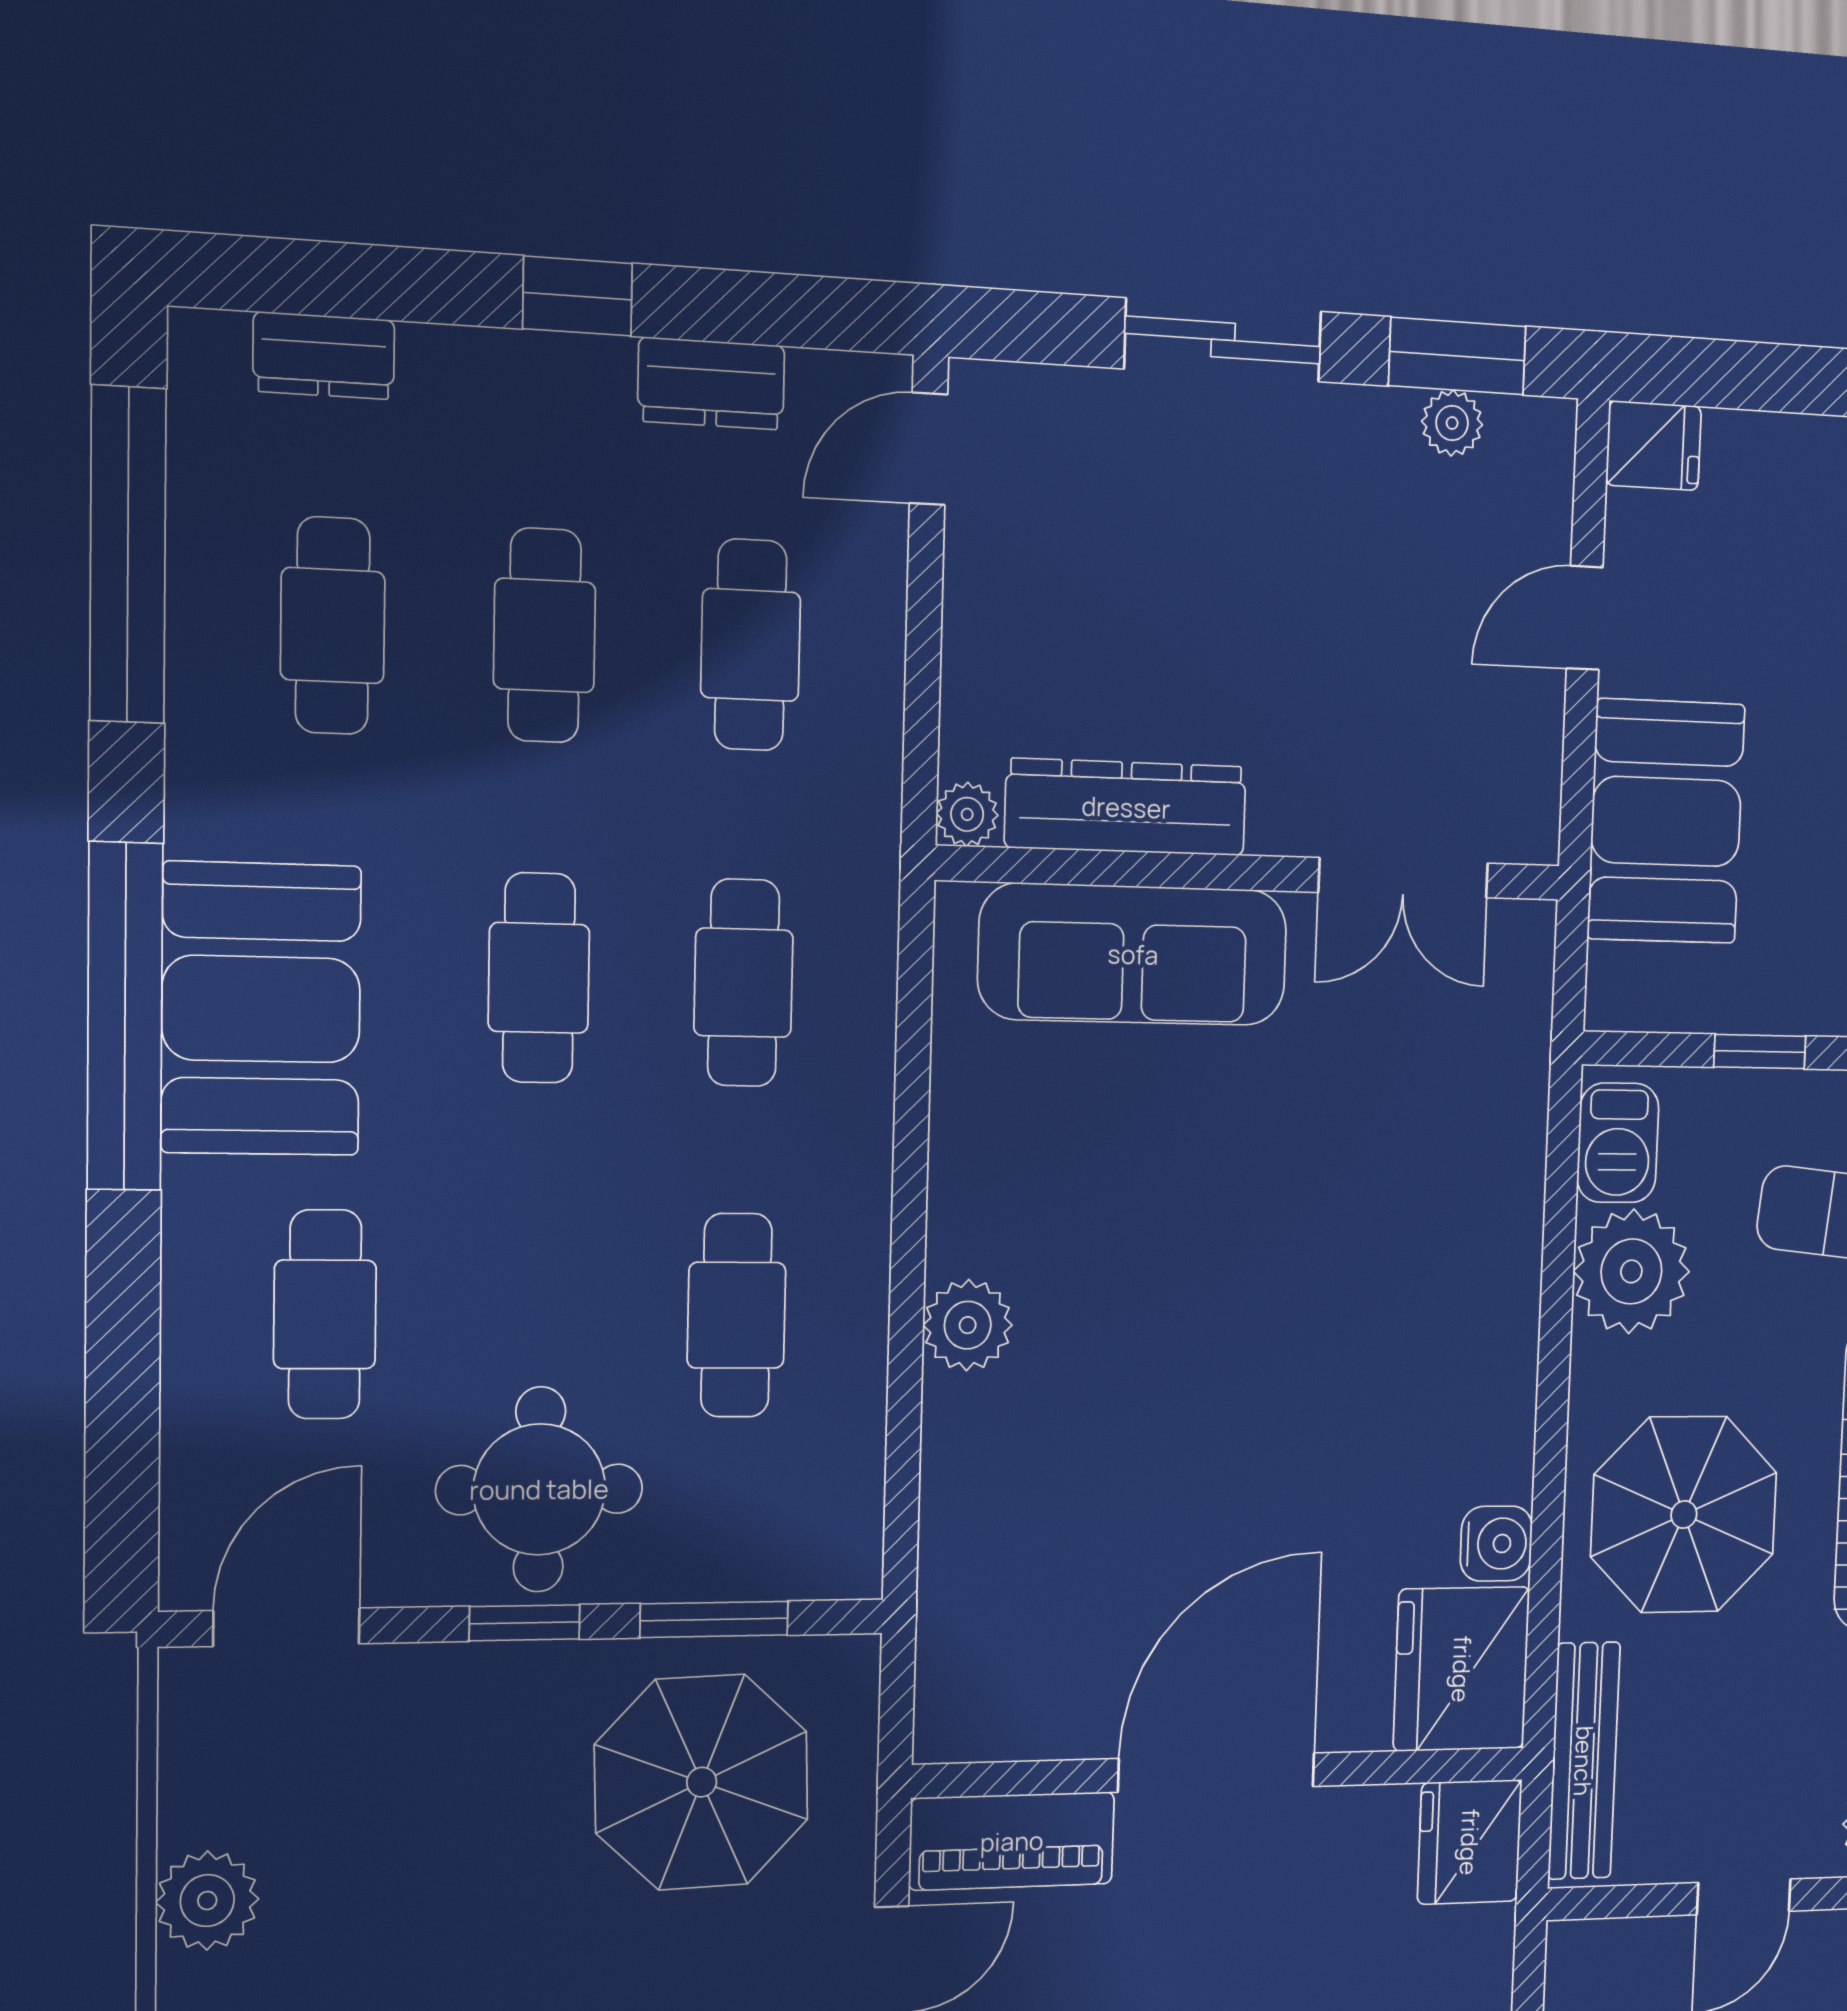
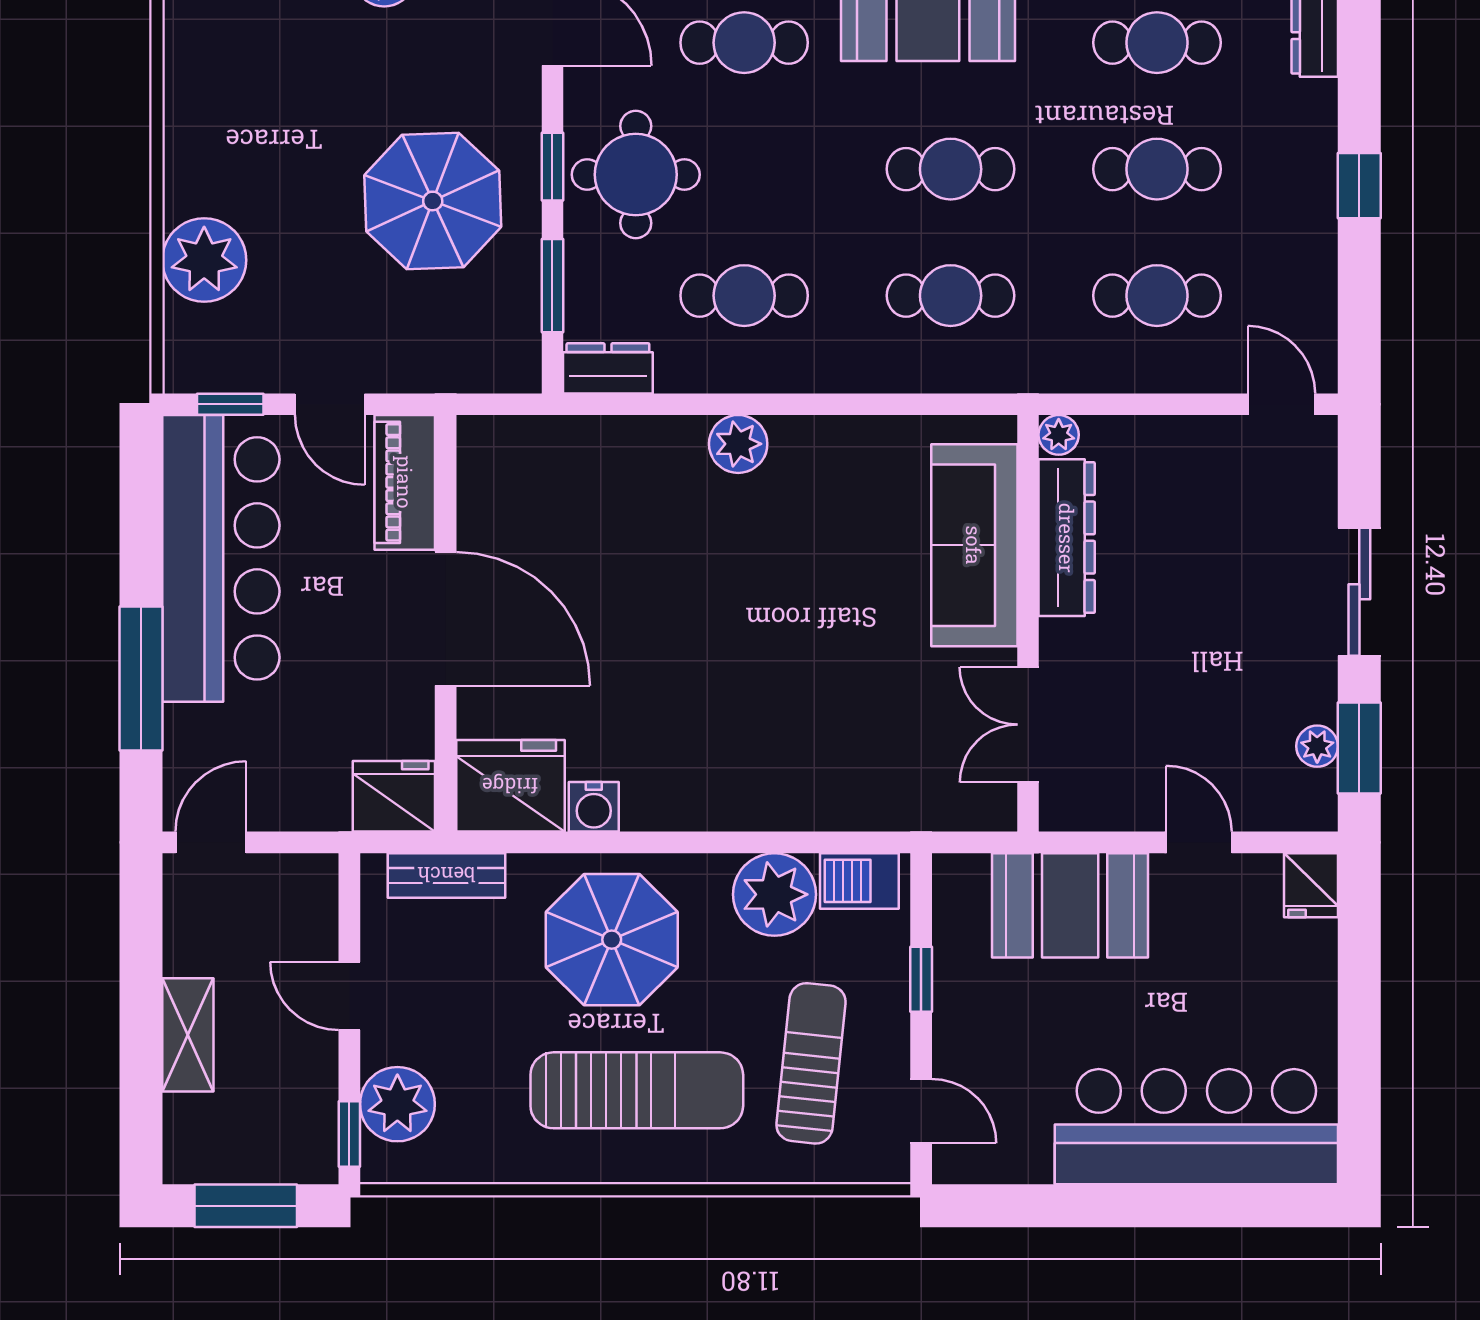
dresser: (711, 383) -> (608, 368), moved, turned 90
bench: (1584, 1761) -> (446, 875), width x0.73
parasol: (702, 1782) -> (433, 201), moved

